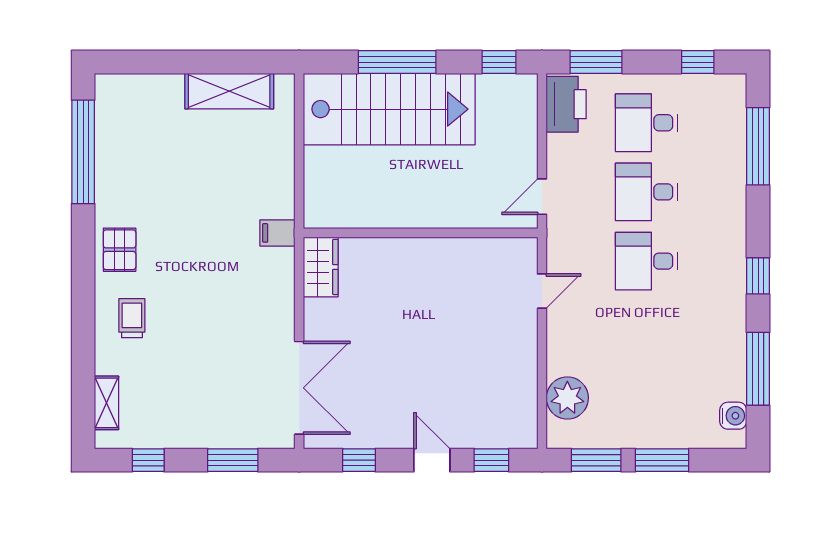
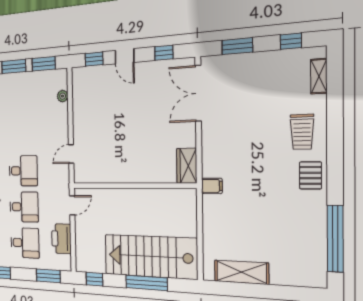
printer: (566, 104) -> (61, 239), moved
trolley: (132, 318) -> (302, 132), width x1.36, depth x1.39
plant: (567, 398) -> (63, 96), width x0.53, depth x0.53

